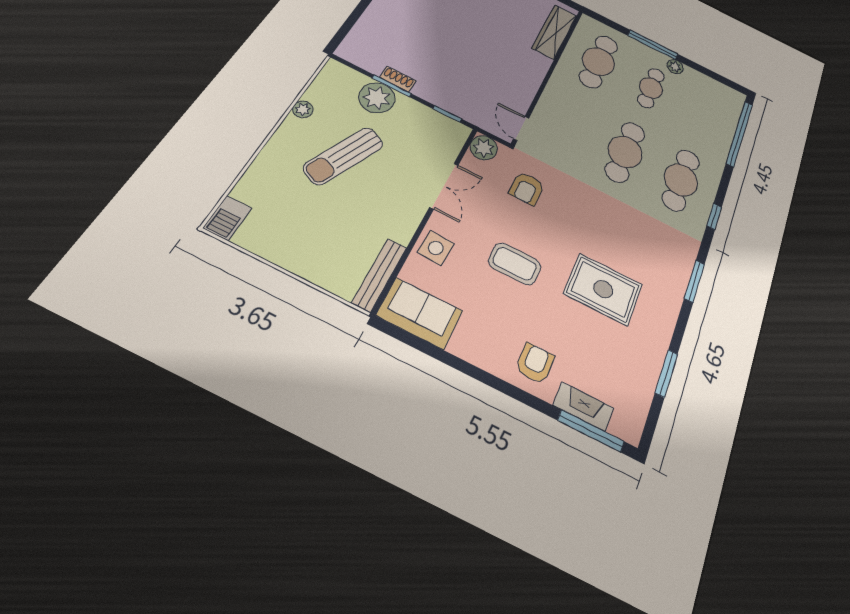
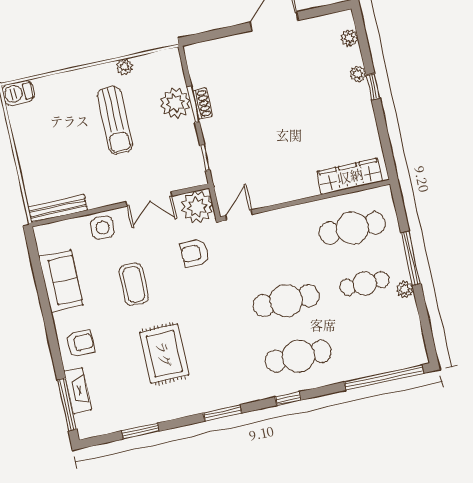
plant: (484, 148) -> (197, 207), width x1.36, depth x1.36
sun lounger: (344, 156) -> (115, 120), turned -115
sofa: (420, 313) -> (61, 281), moved

